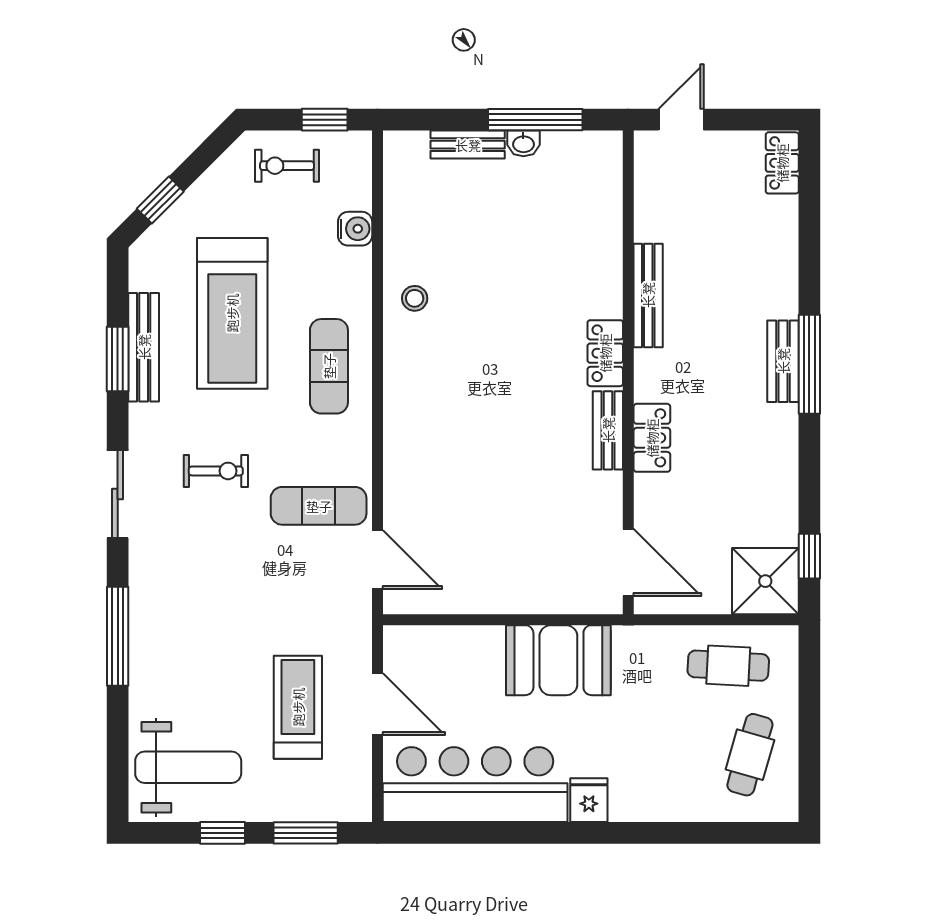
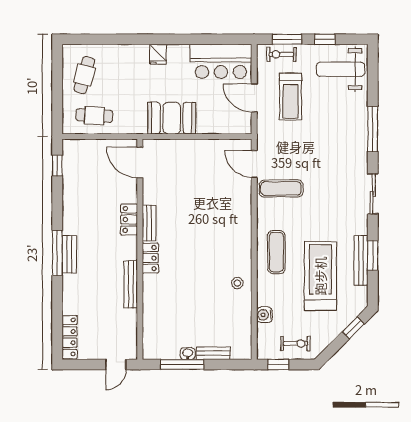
locker: (782, 163) -> (70, 337), width x1.53
exercise bike: (216, 471) -> (281, 54), moved
shower: (765, 581) -> (77, 154), removed
bar counter: (475, 785) -> (221, 61), width x0.73

